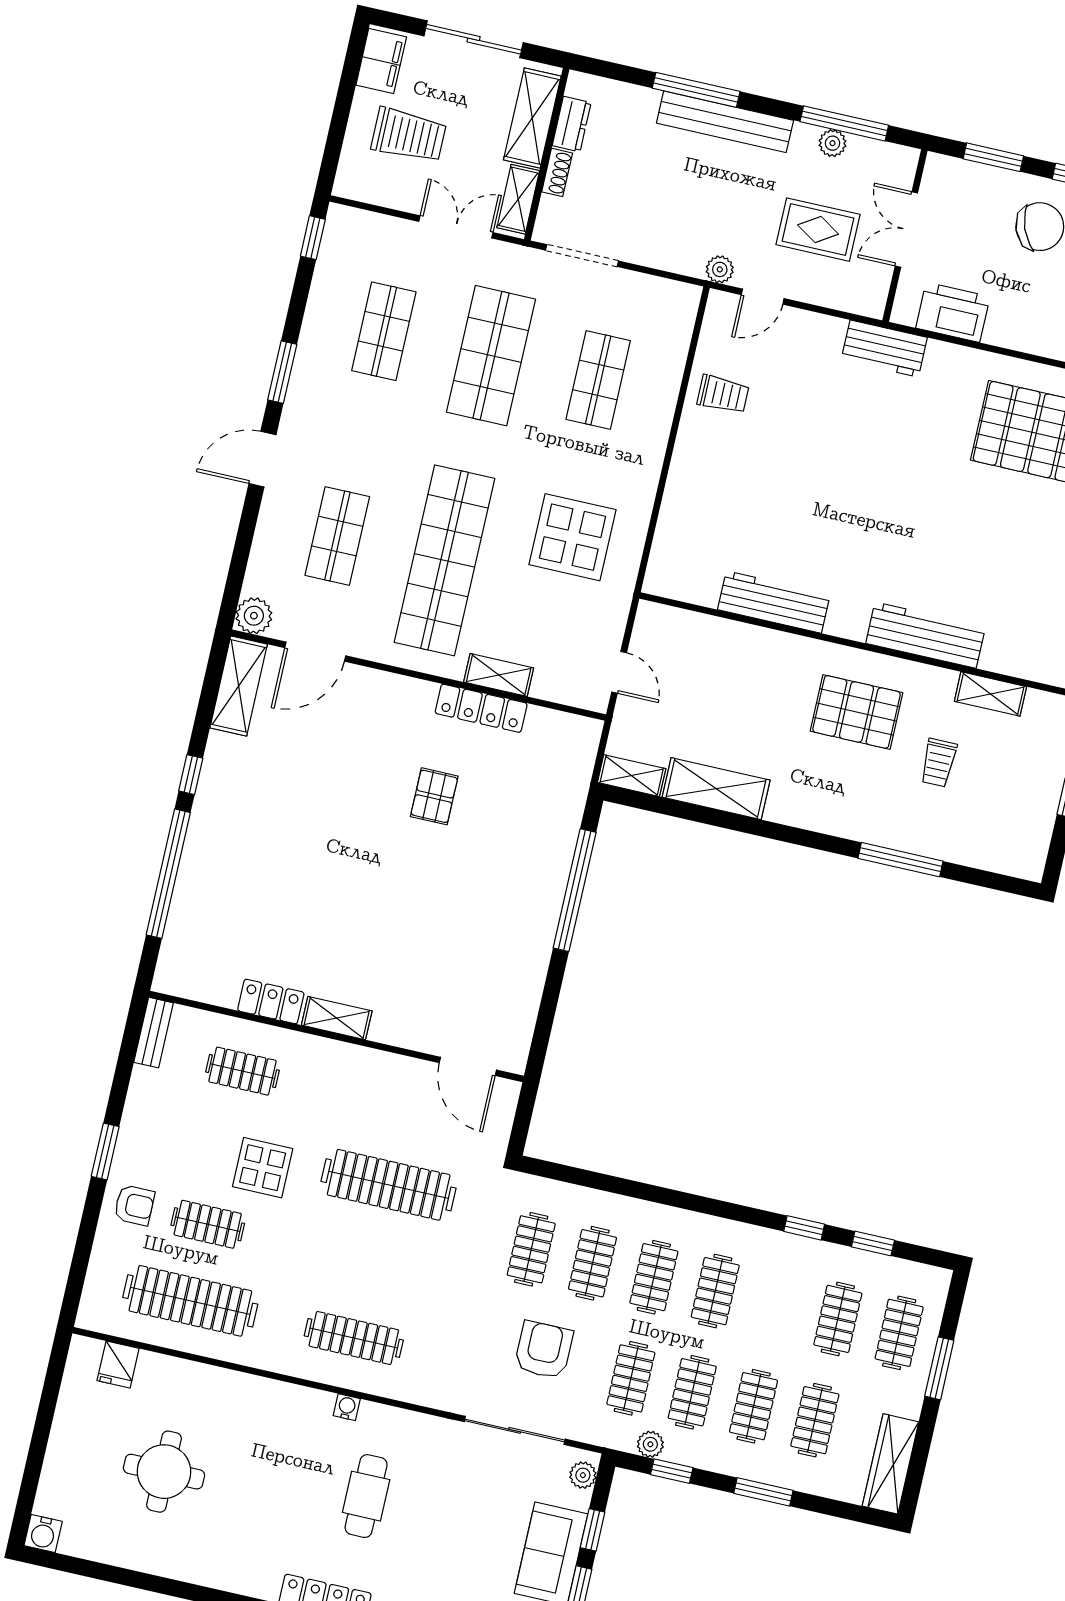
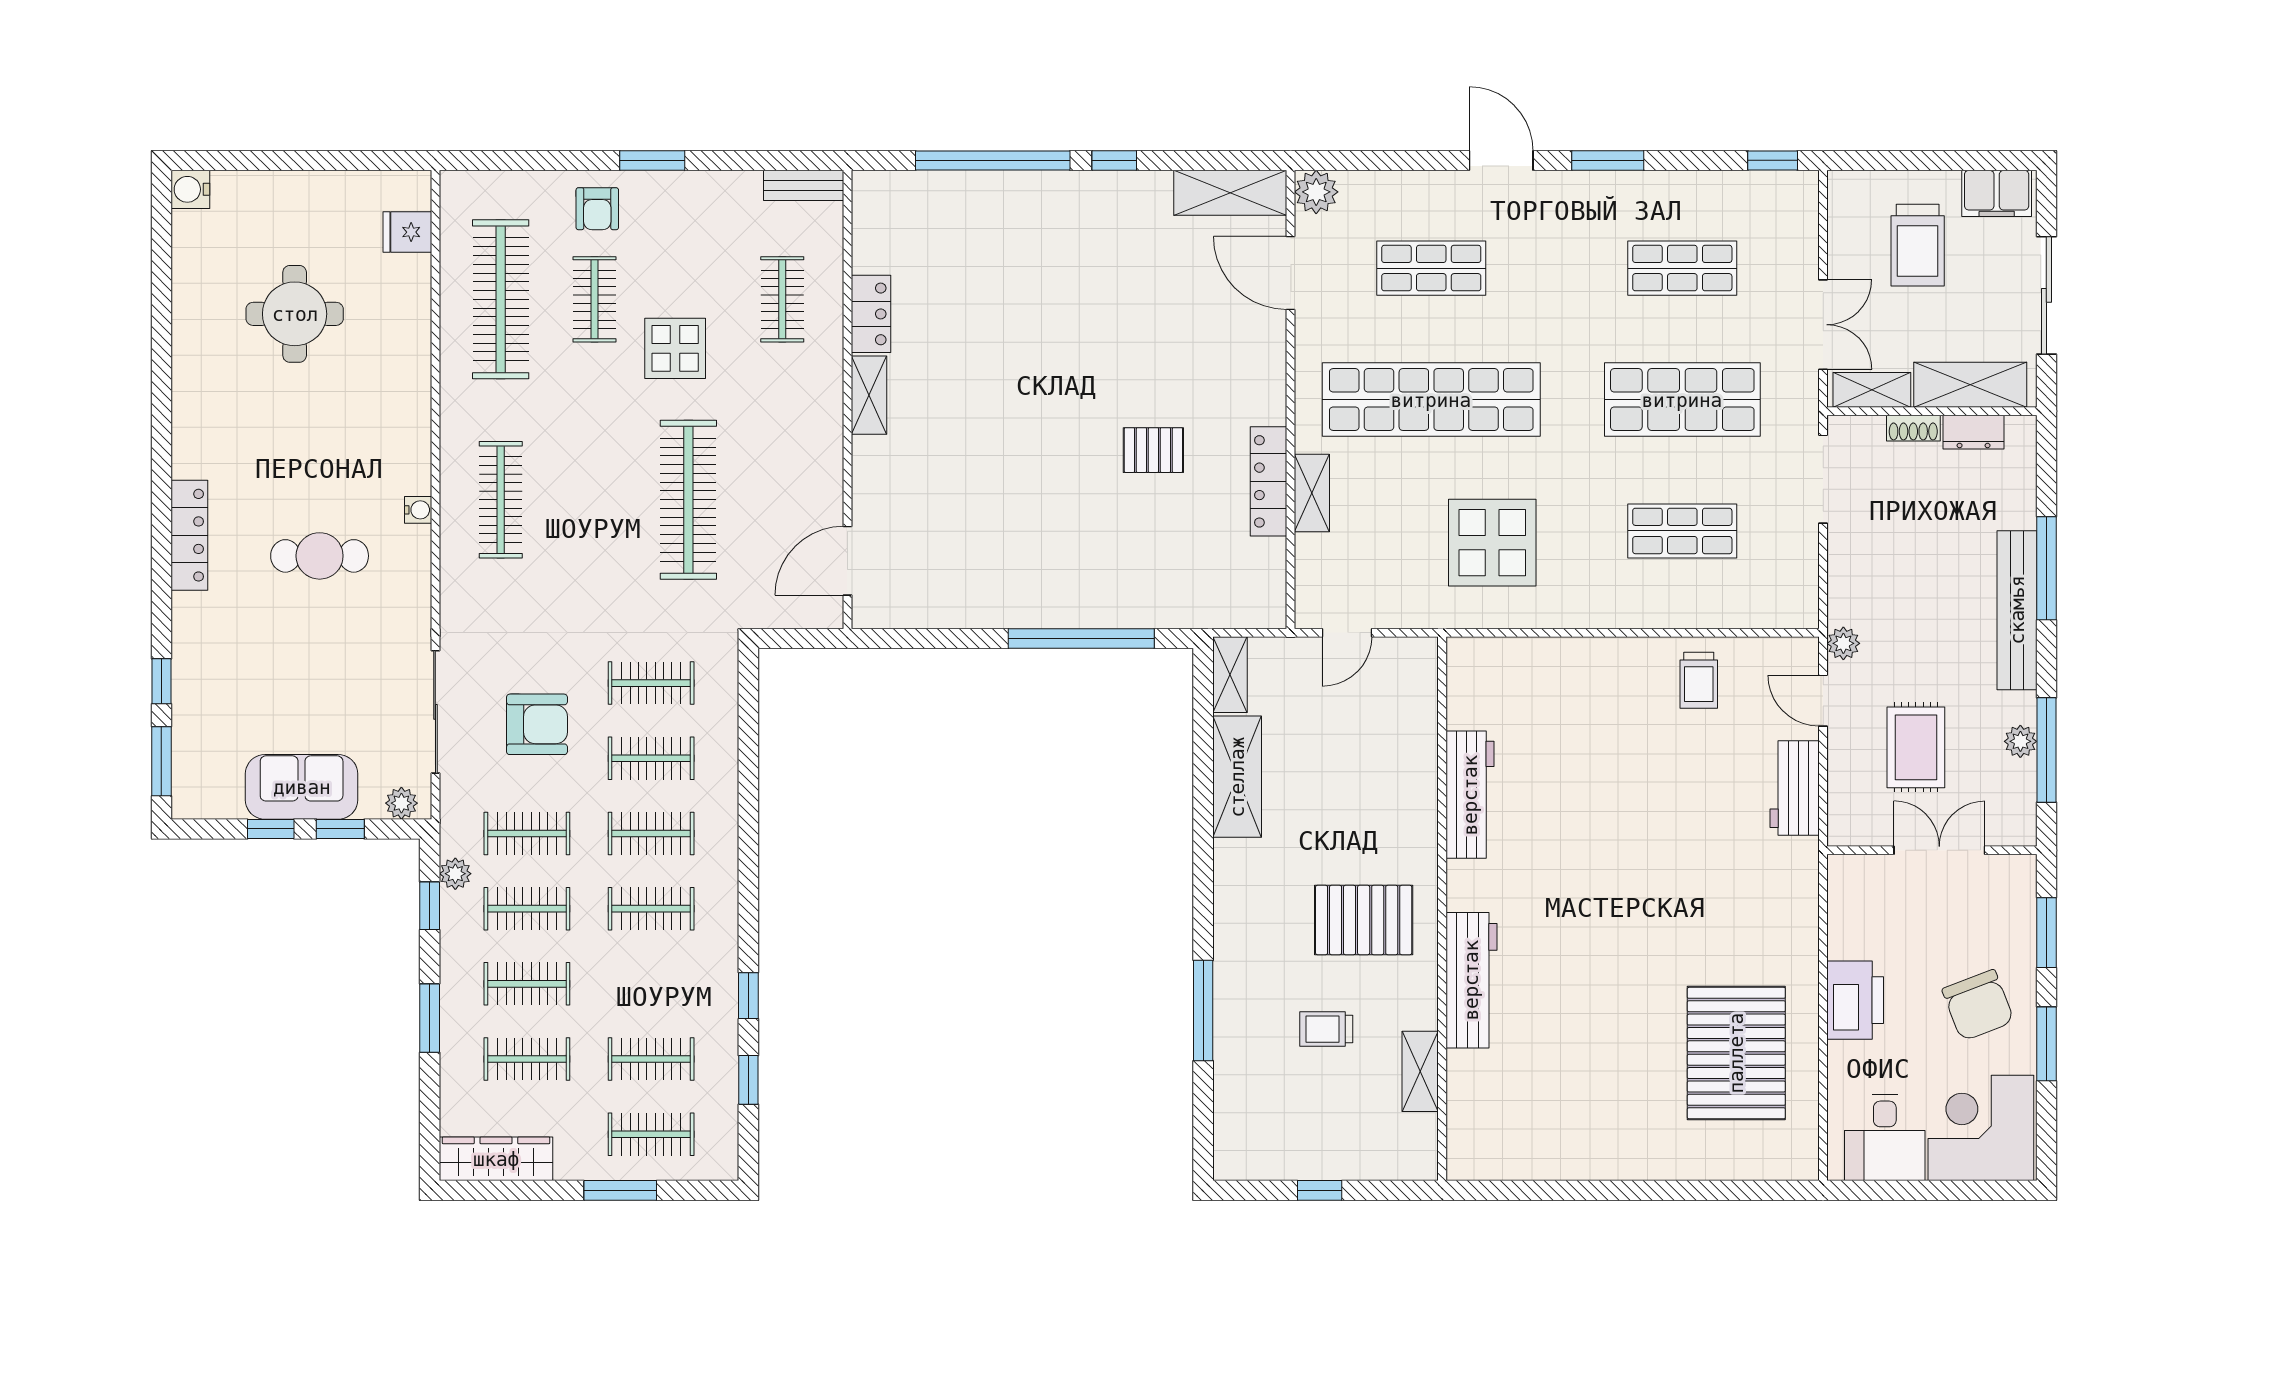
printer: (953, 312) -> (1855, 1000), moved
workbench: (884, 349) -> (1795, 788), moved
pallet: (856, 712) -> (1364, 920), turned 90

